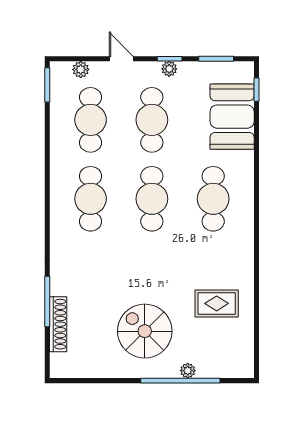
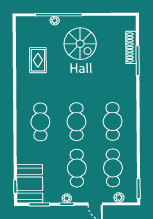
booth: (232, 117) -> (30, 184), moved
rug: (217, 303) -> (38, 60), turned 90

